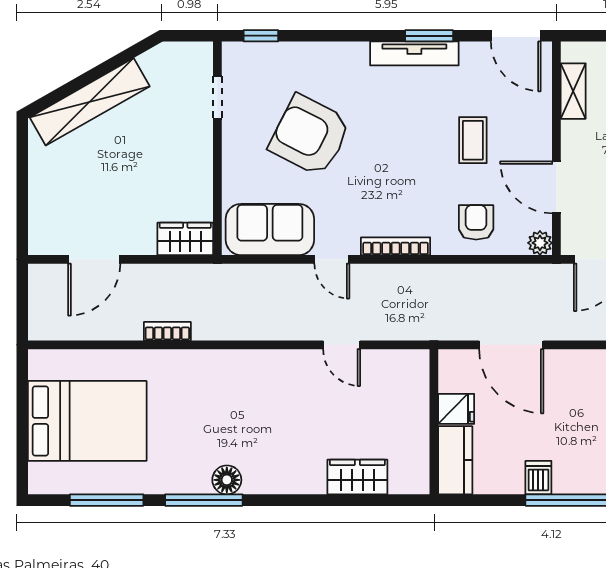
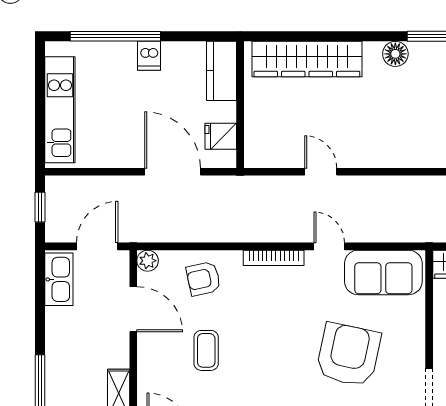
armchair: (310, 135) -> (348, 355), turned -105
armchair: (476, 222) -> (203, 279), turned 78
fridge: (456, 409) -> (221, 136), moved
wardrobe: (357, 477) -> (307, 59), width x2.10, depth x1.17
floor lamp: (227, 480) -> (395, 54), moved

